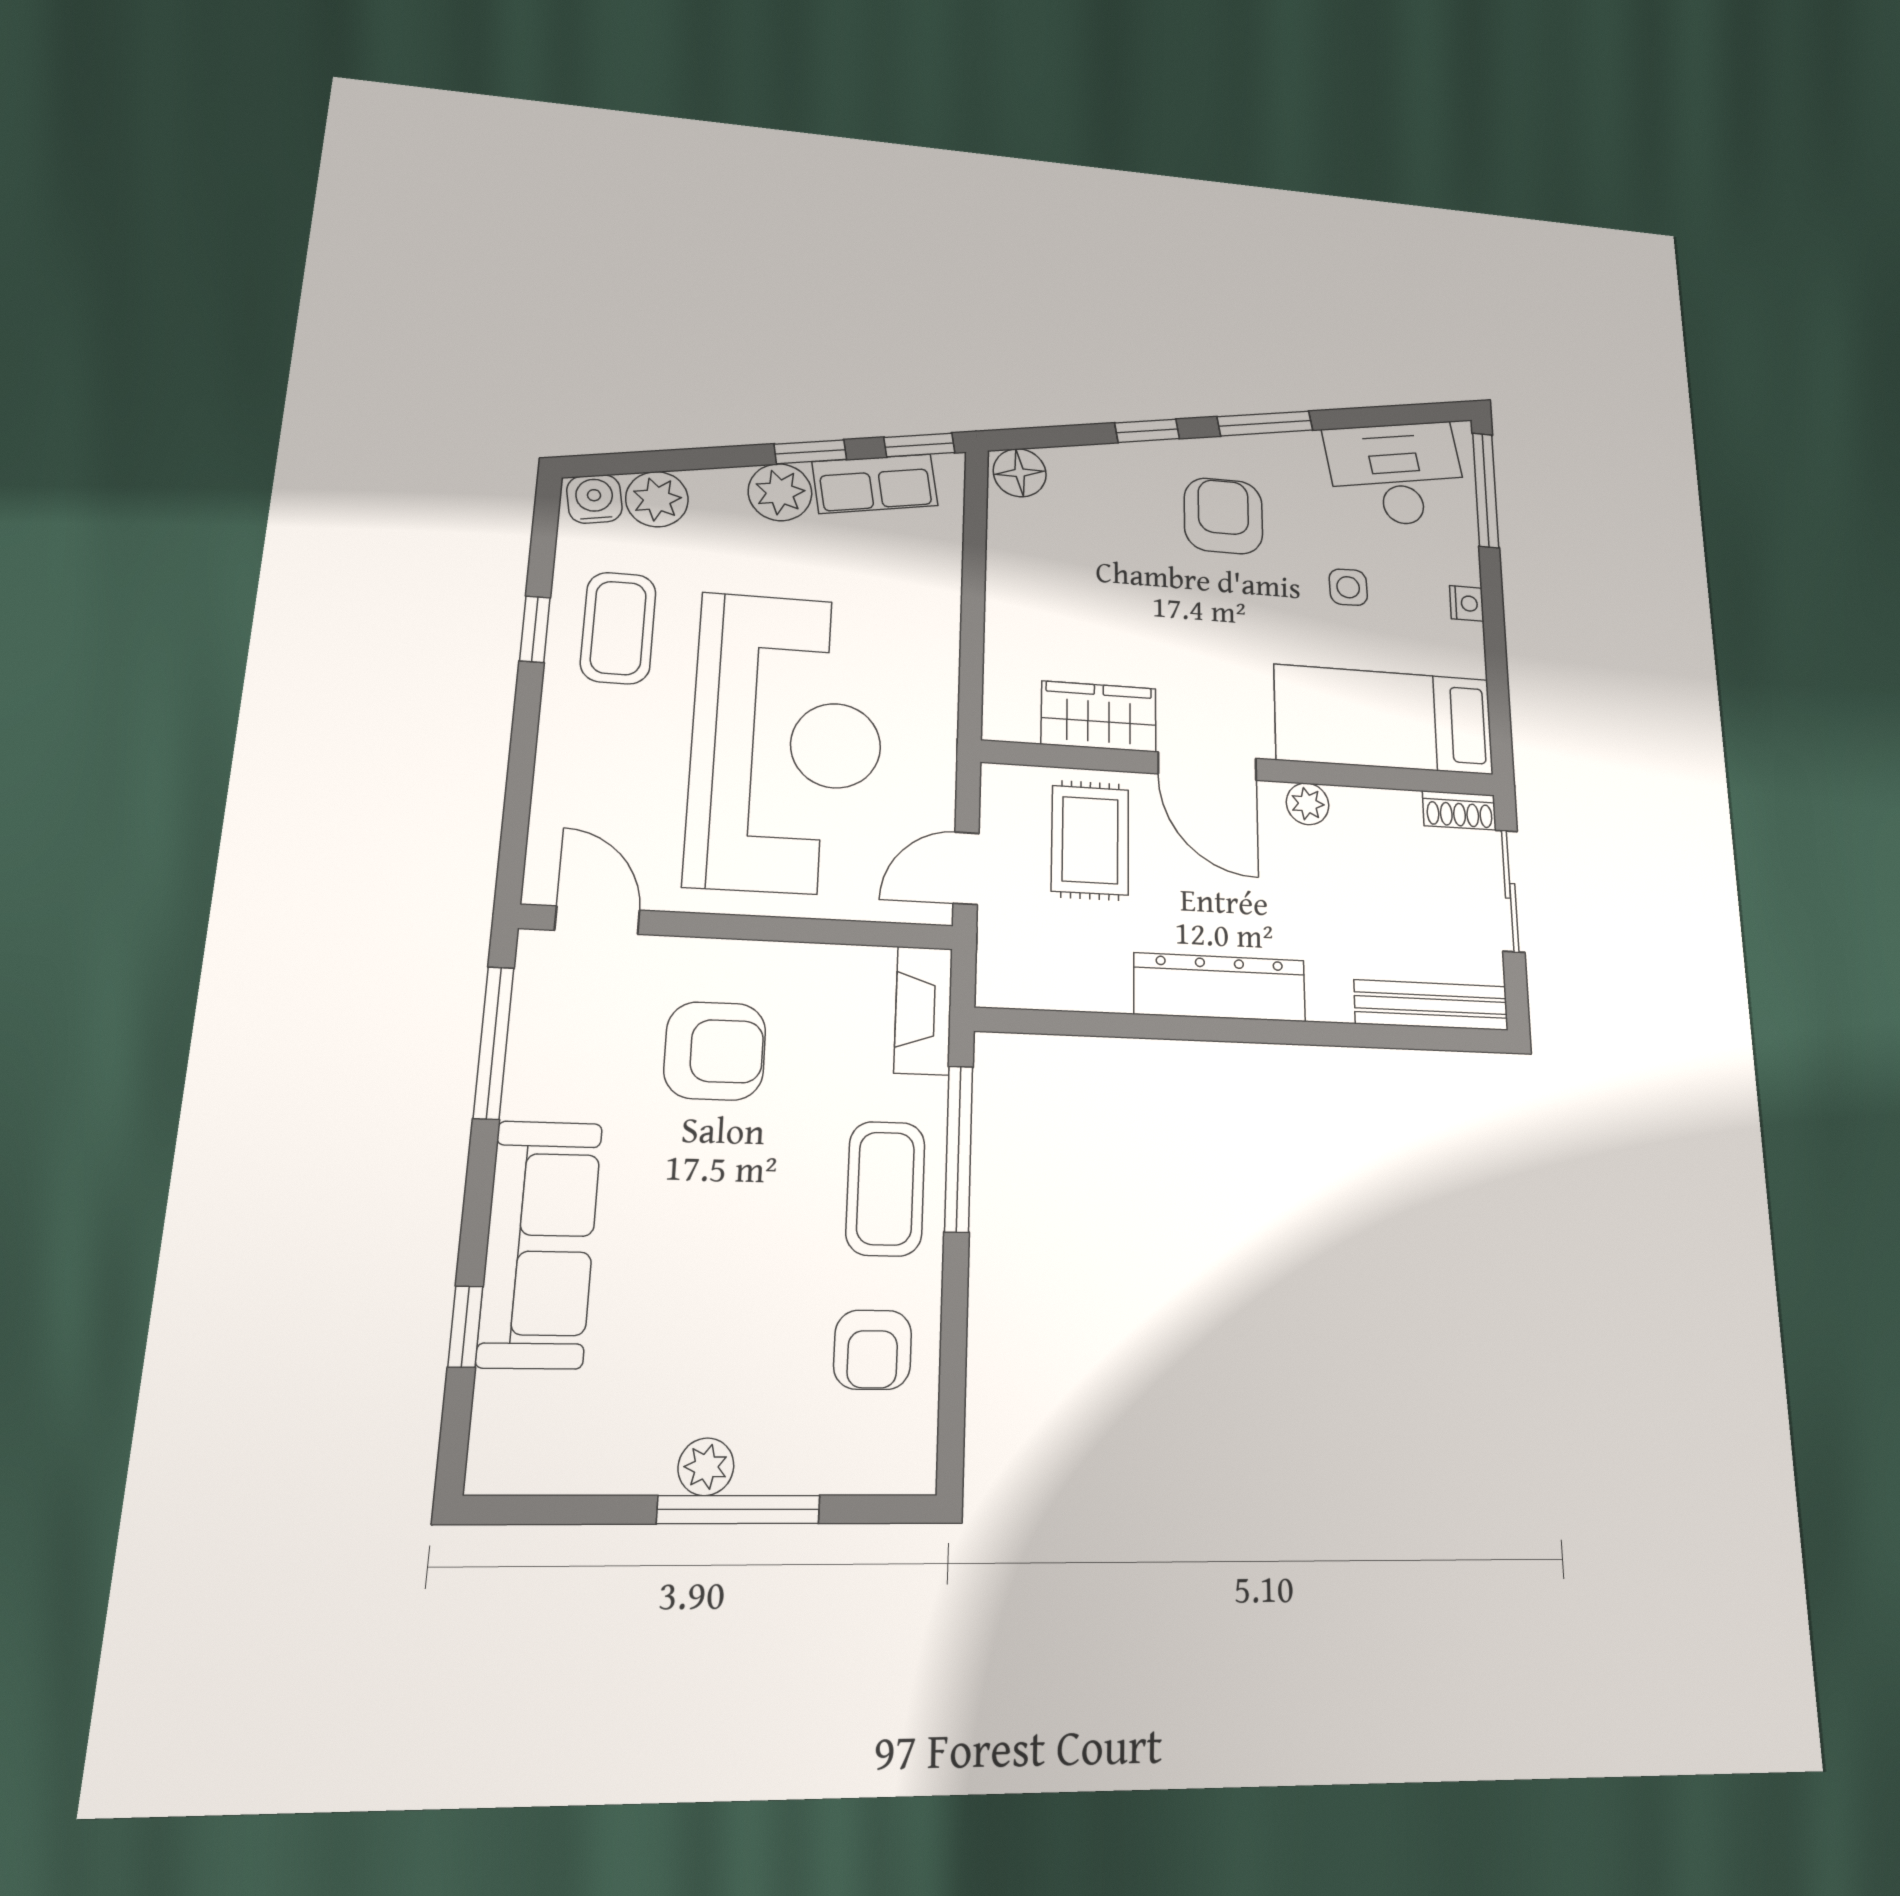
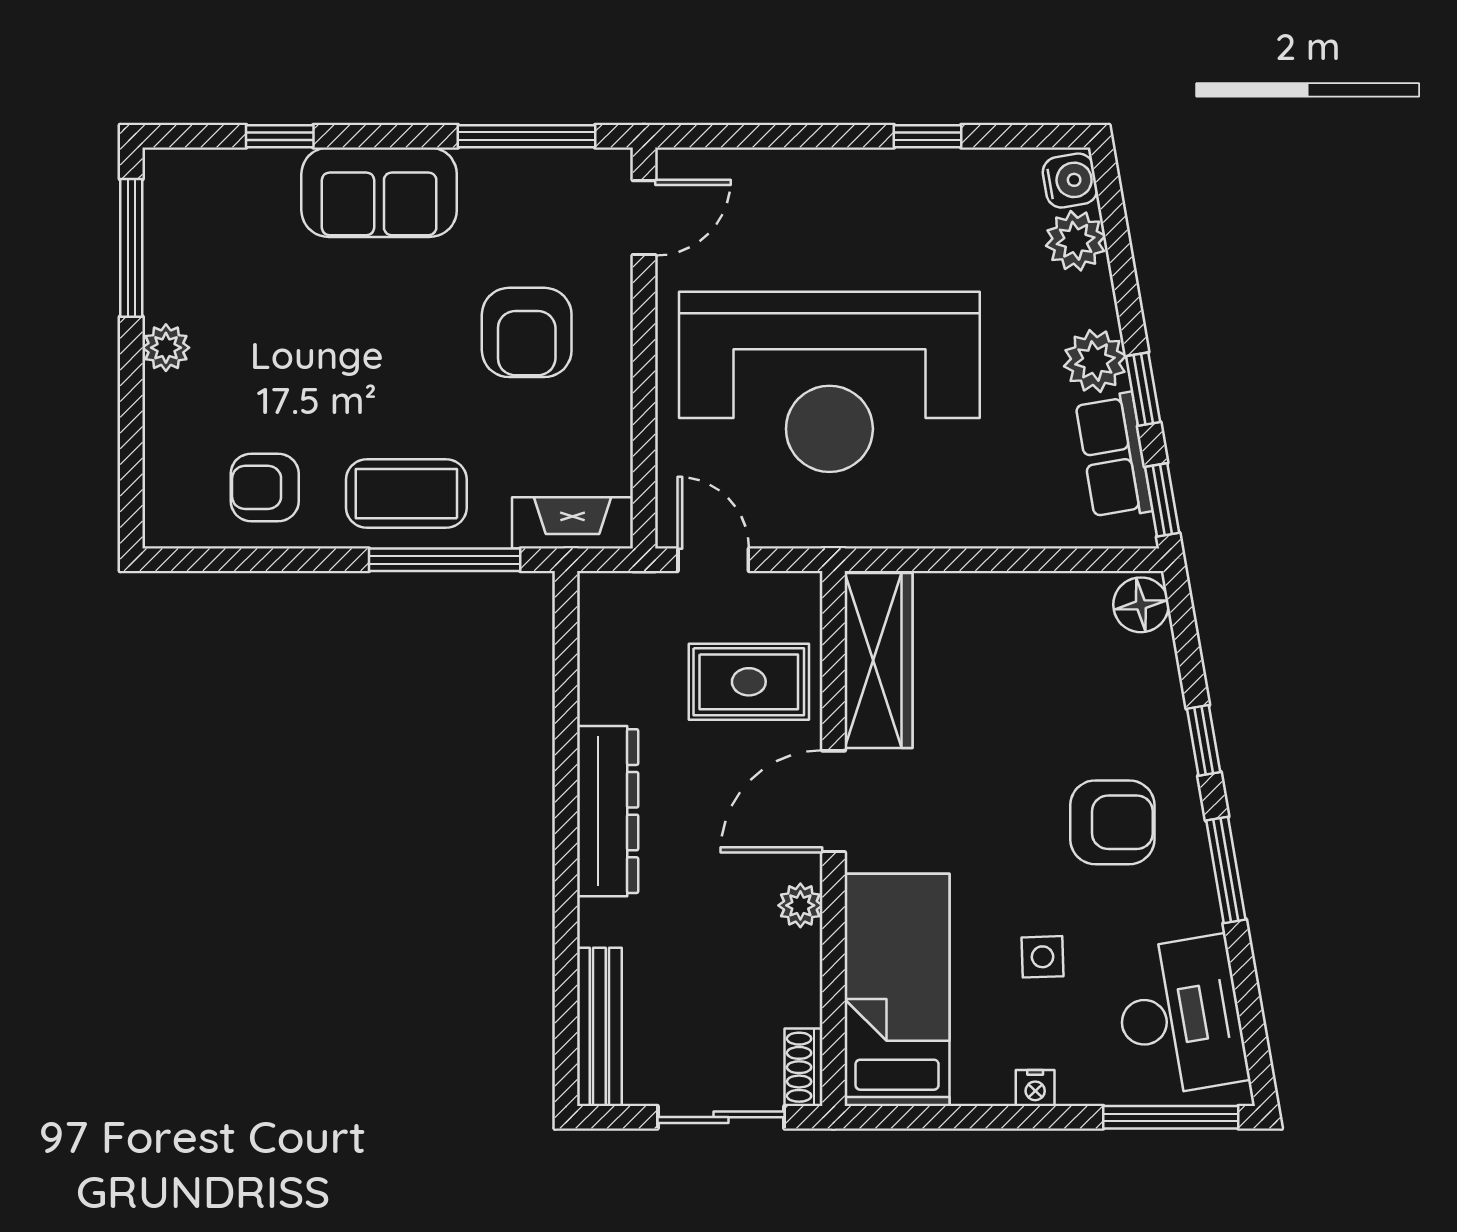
coffee table: (618, 628) -> (935, 214), removed
wardrobe: (1099, 716) -> (879, 660), width x1.50
sofa: (540, 1243) -> (379, 192), width x0.73
window: (739, 1509) -> (131, 248), moved

